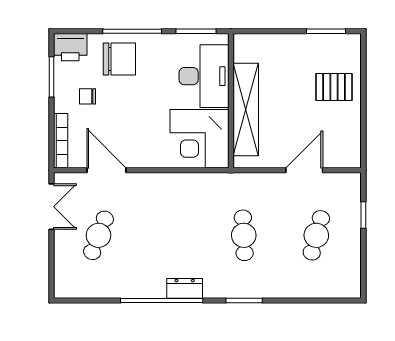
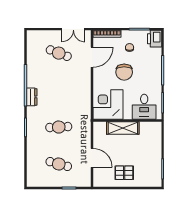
chair: (119, 59) -> (124, 72), moved
desk: (204, 76) -> (144, 107), width x0.73
pallet: (334, 87) -> (124, 173), moved, turned 90
shelving: (246, 109) -> (123, 128), width x0.68

